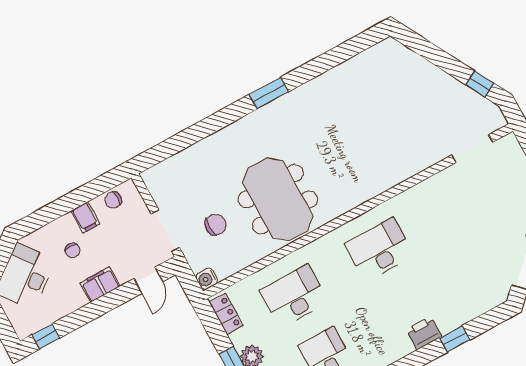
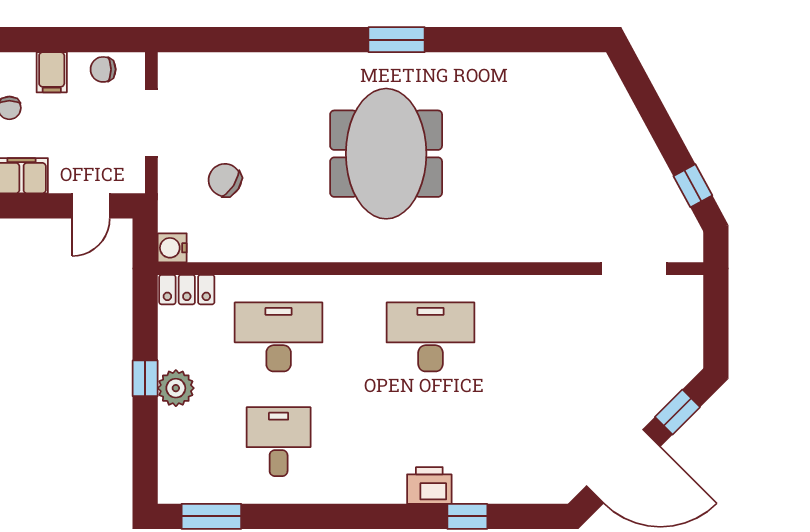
meeting table: (278, 199) -> (386, 154), moved
chair: (216, 225) -> (225, 180), turned -147
doorway: (165, 231) -> (151, 123), moved
locker: (226, 314) -> (187, 290), moved, turned 90

